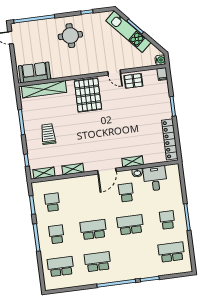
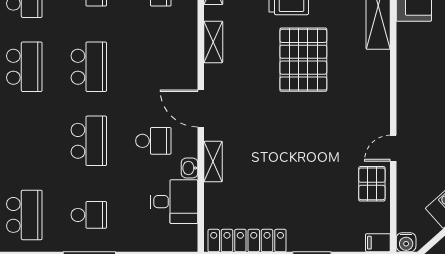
pallet: (88, 95) -> (303, 60), moved, turned 90

